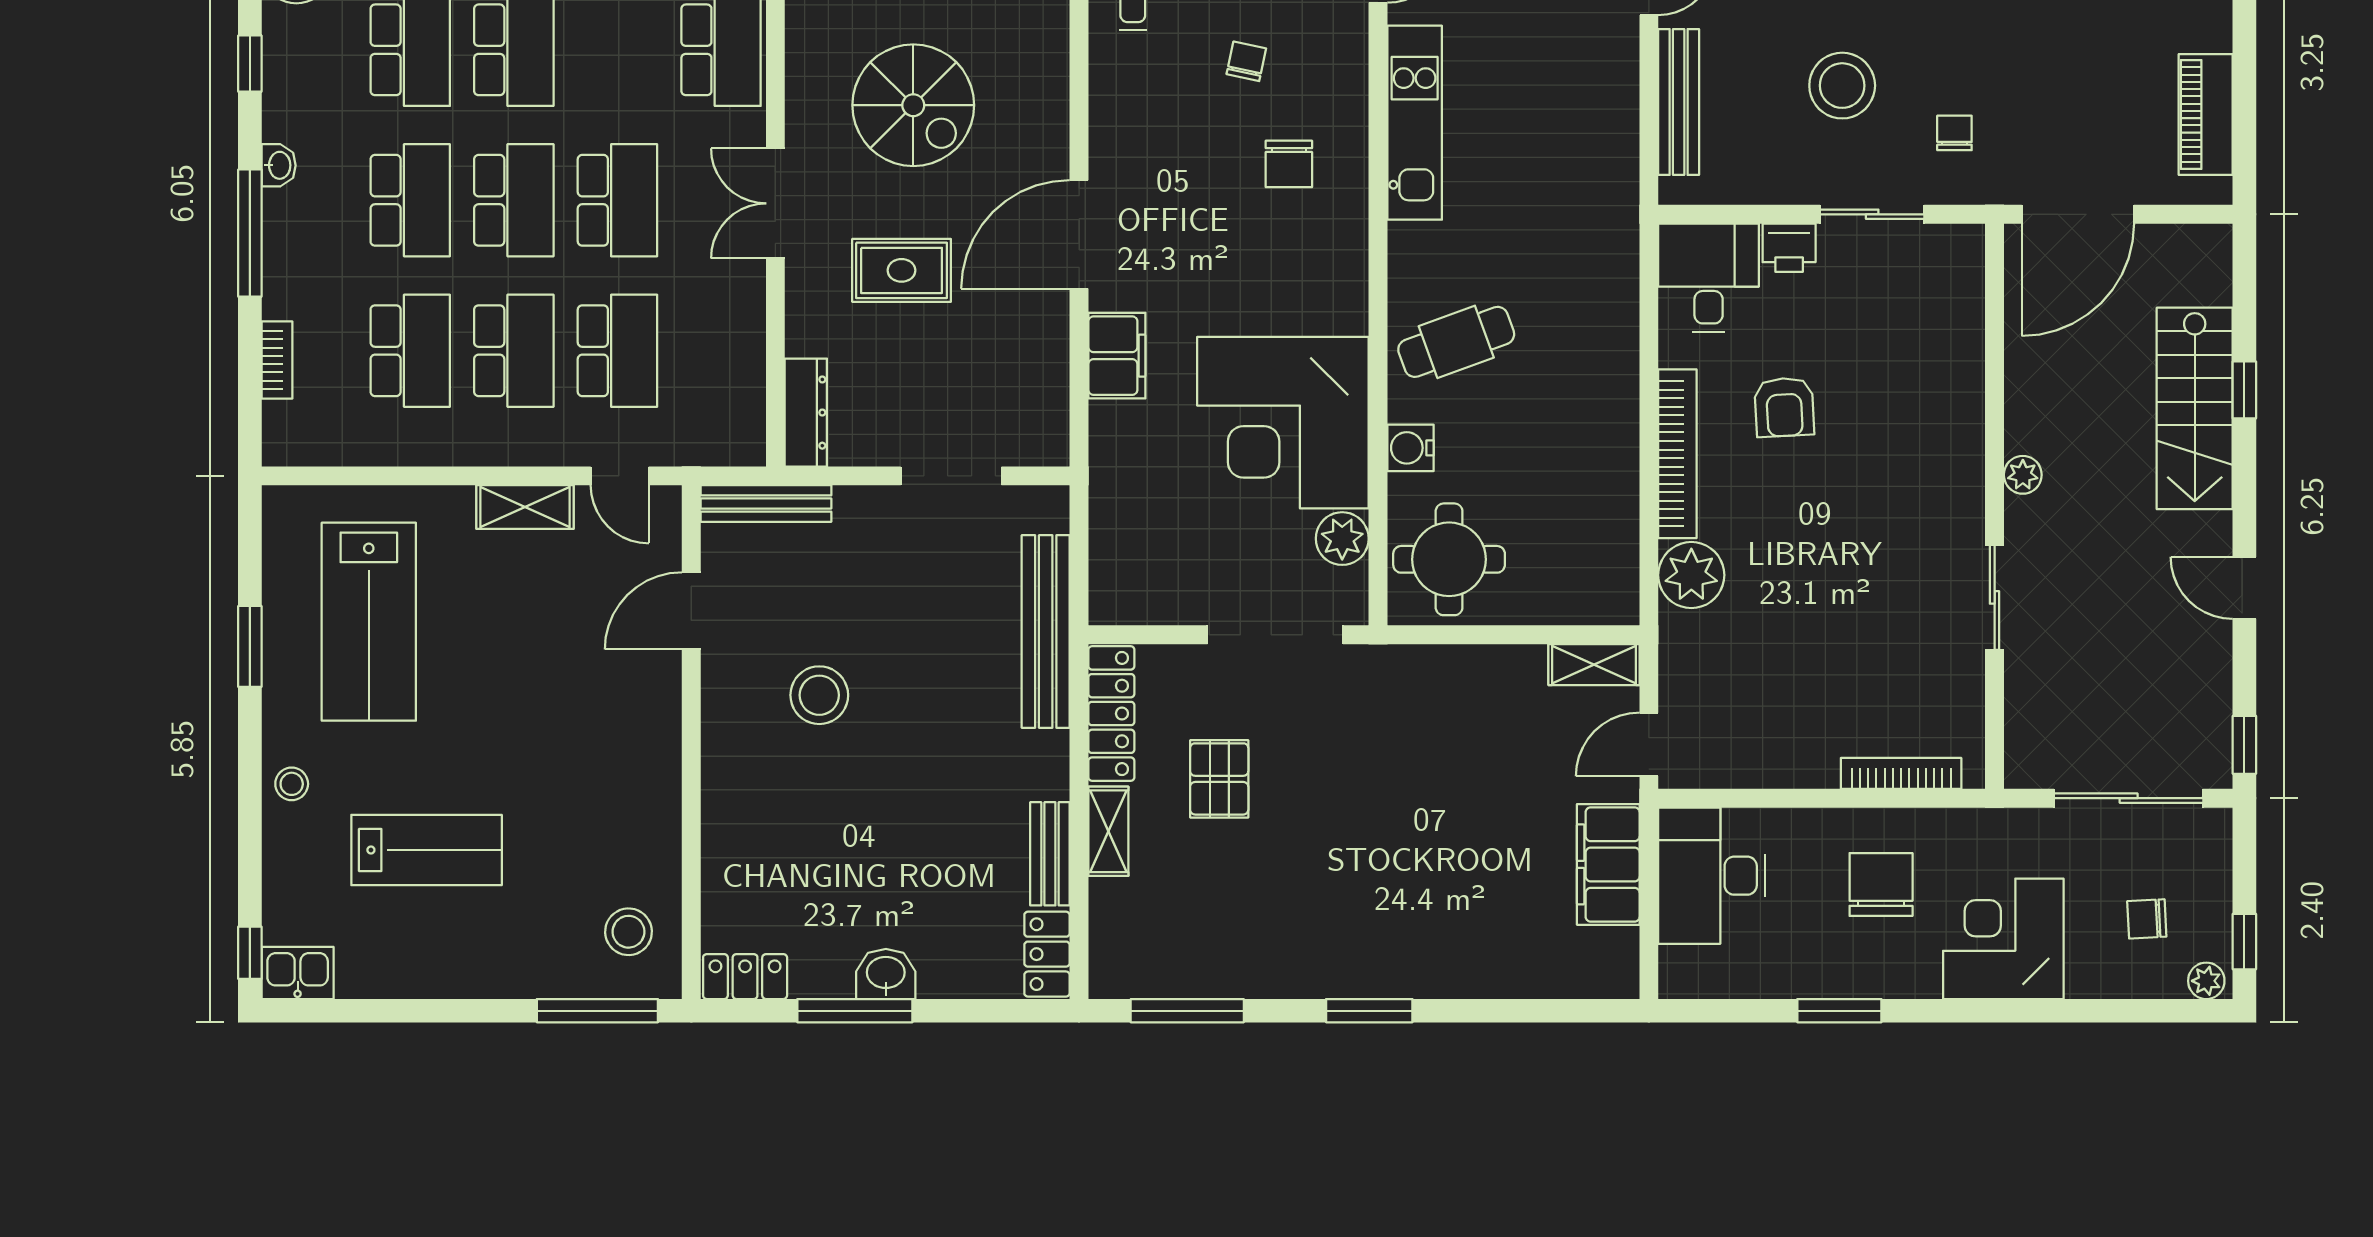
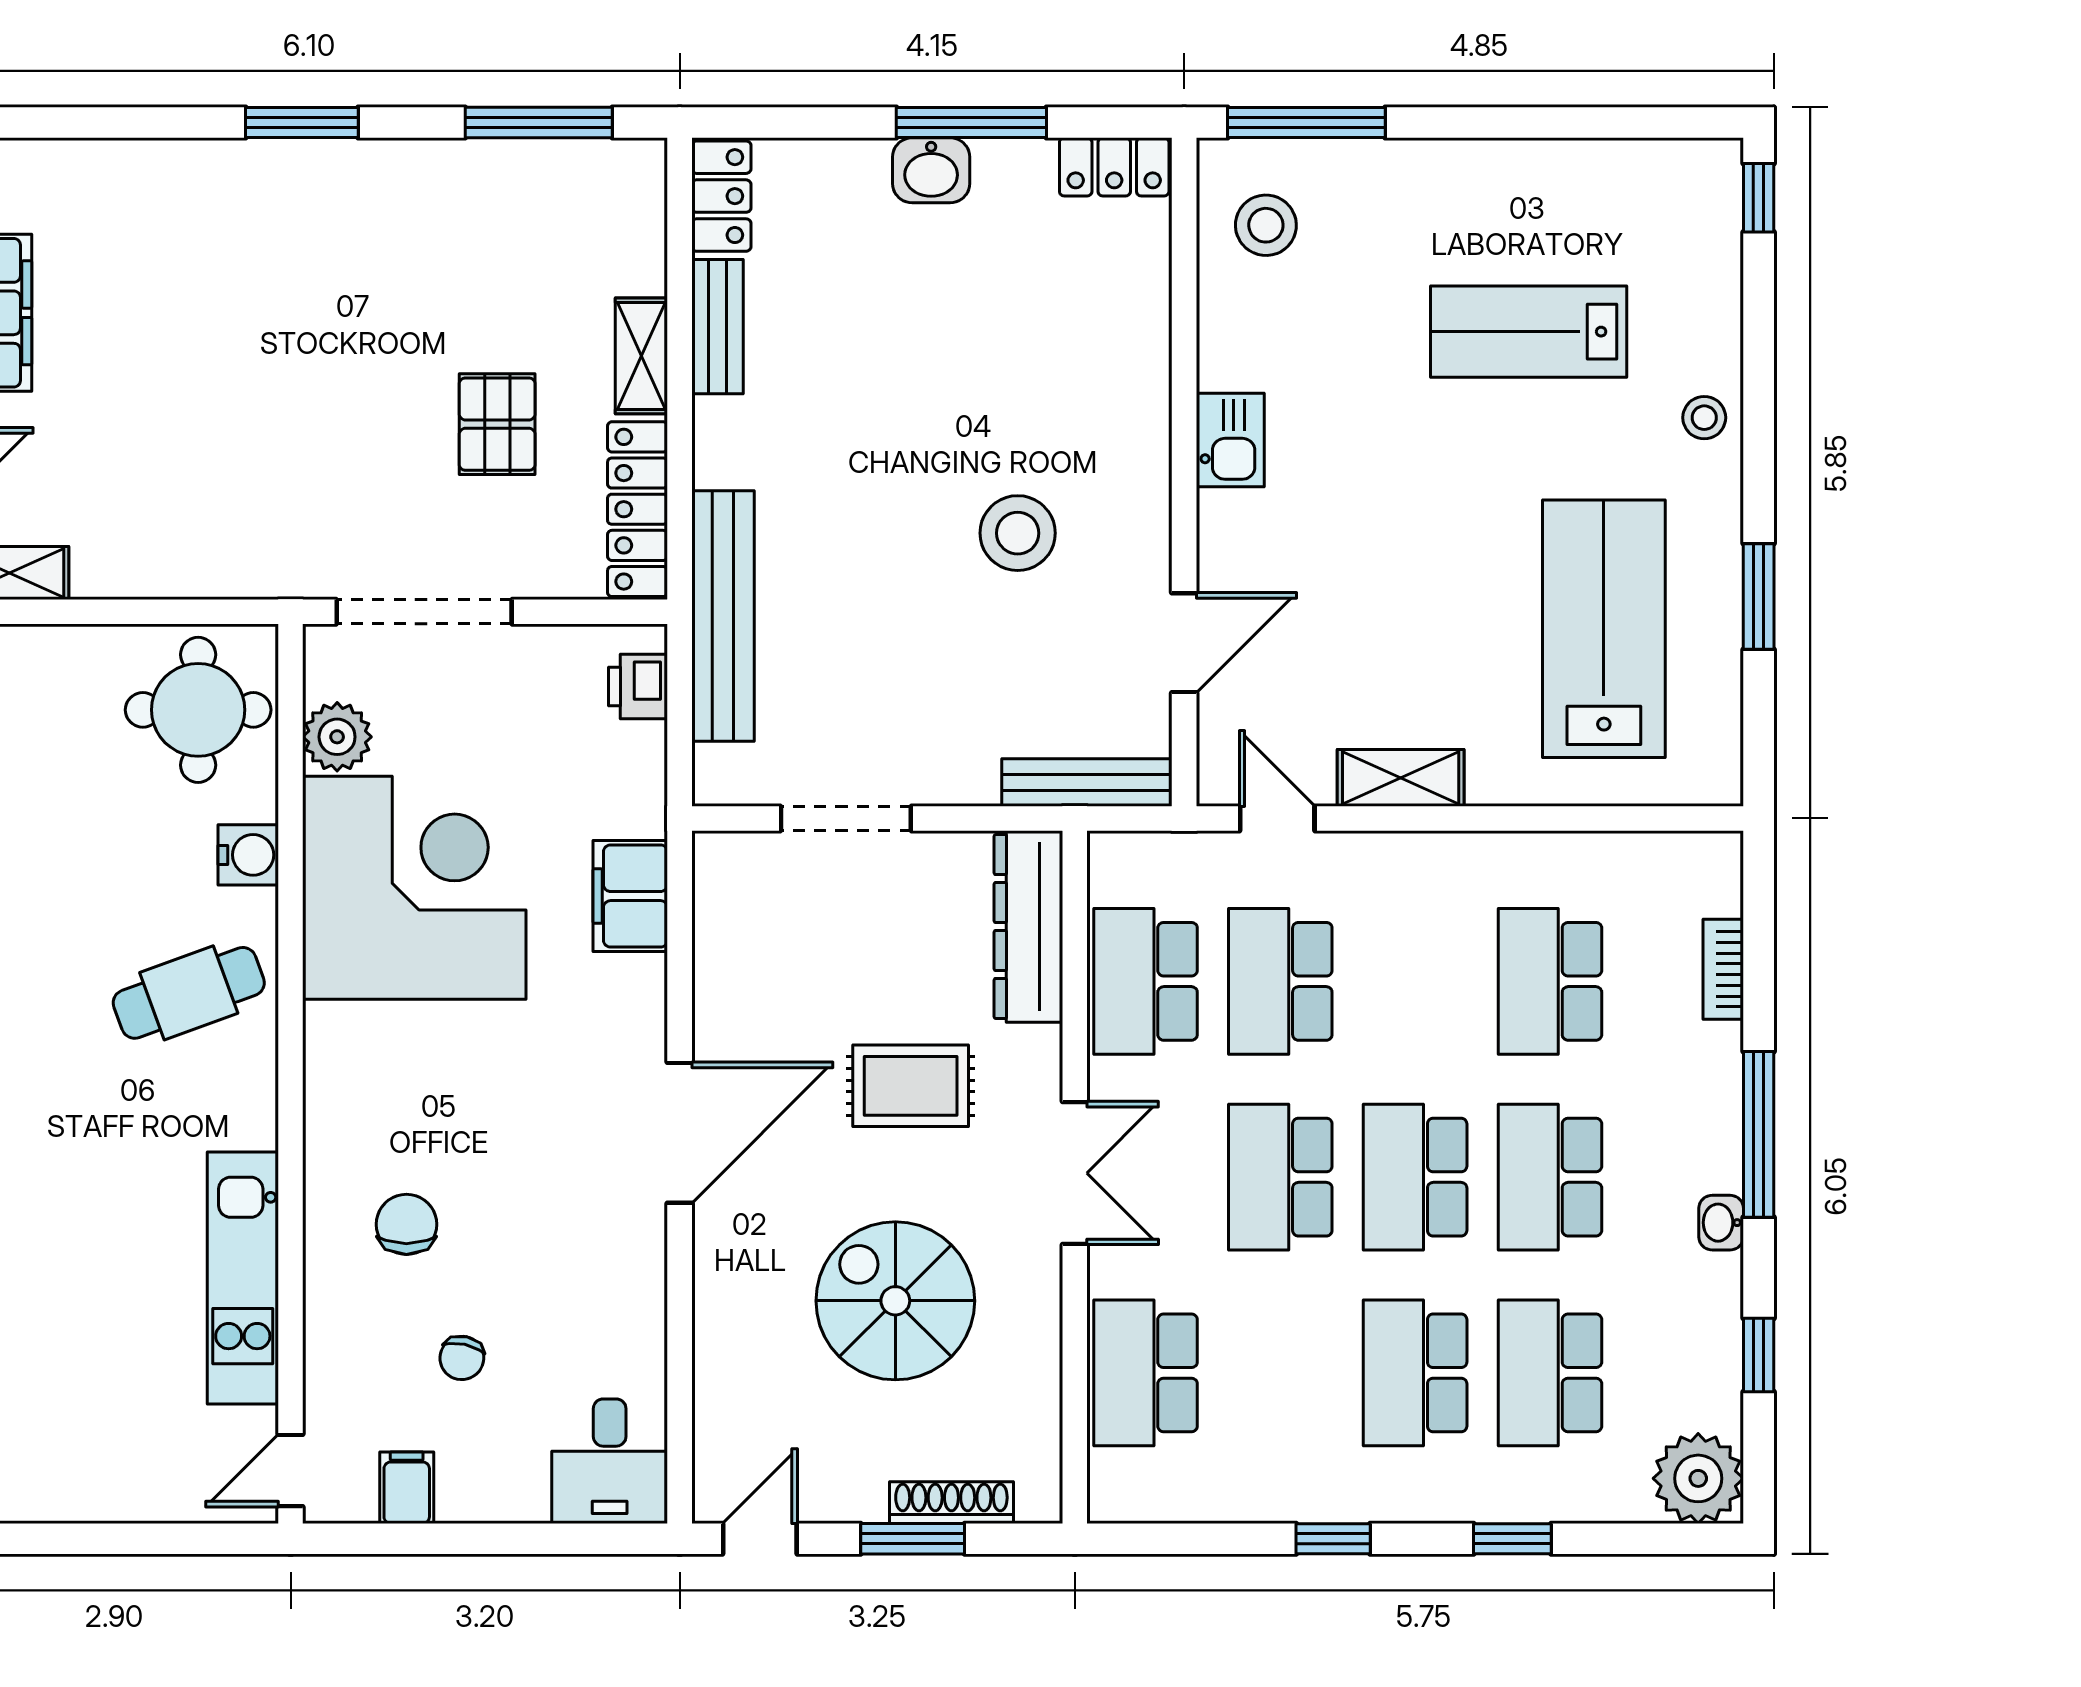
school desk: (514, 351) -> (1145, 981), moved
filing cabinet: (1117, 356) -> (630, 896), moved
dresser: (806, 413) -> (1028, 927), width x1.37, depth x1.24
printer: (1111, 577) -> (638, 686), added
kitchen sink: (298, 973) -> (1230, 440), moved, turned -90

